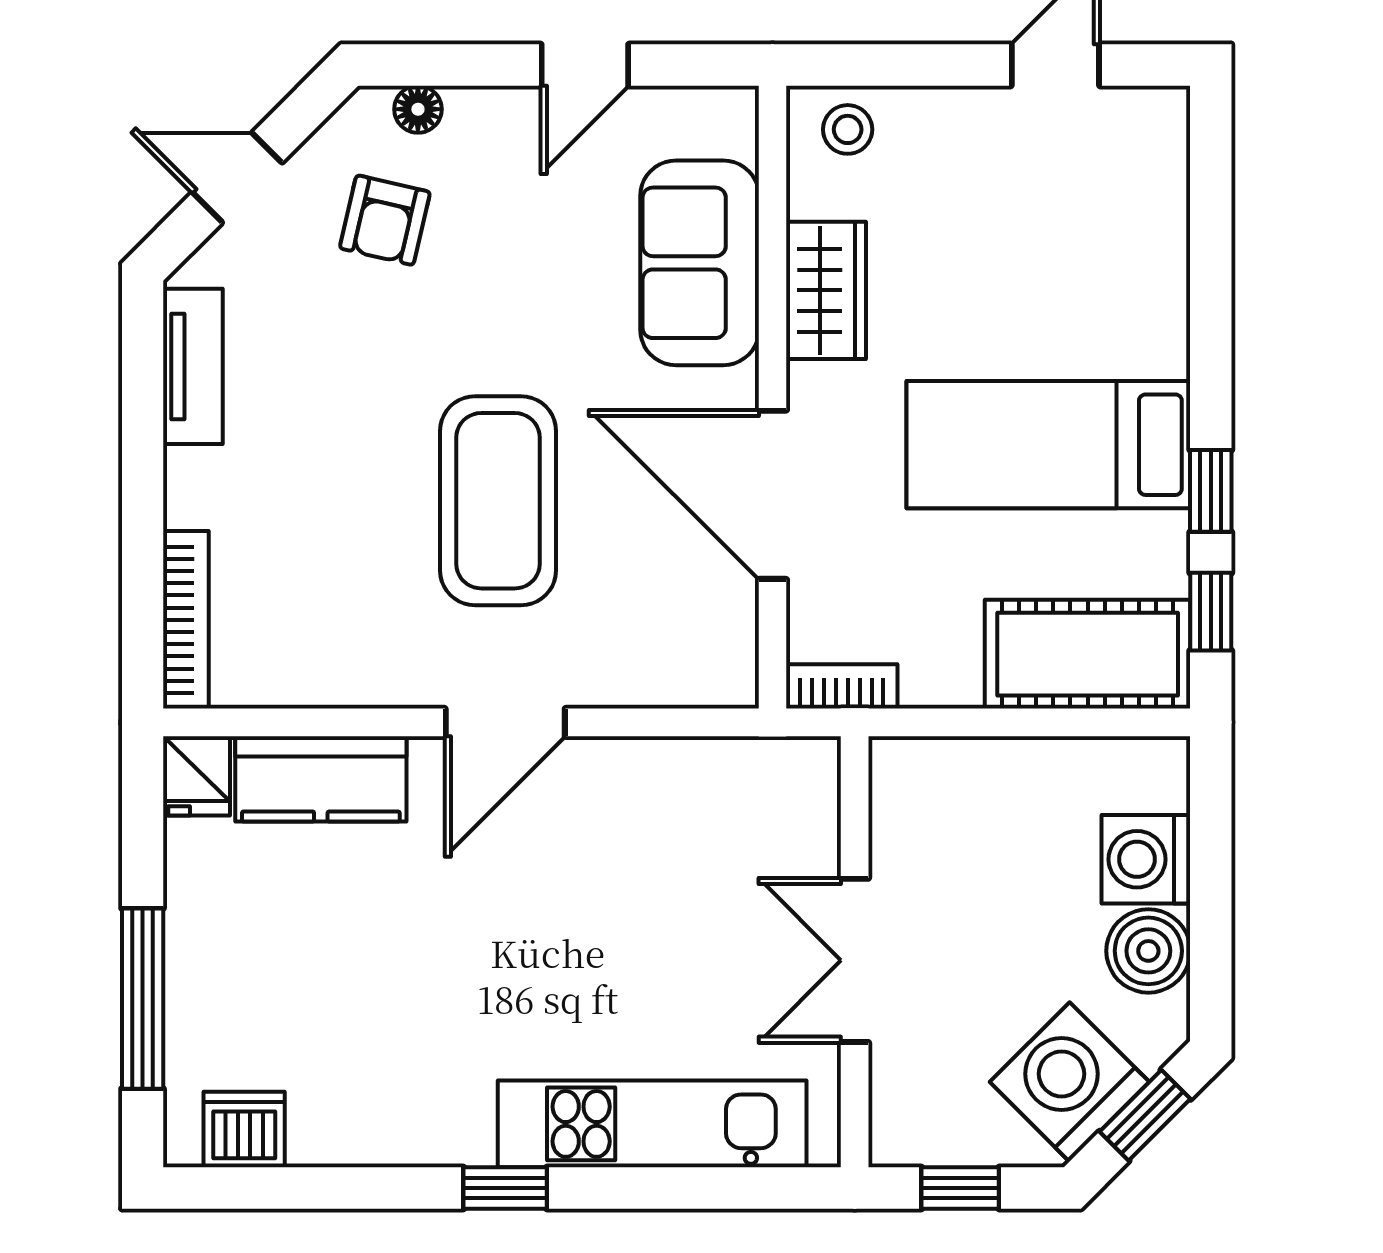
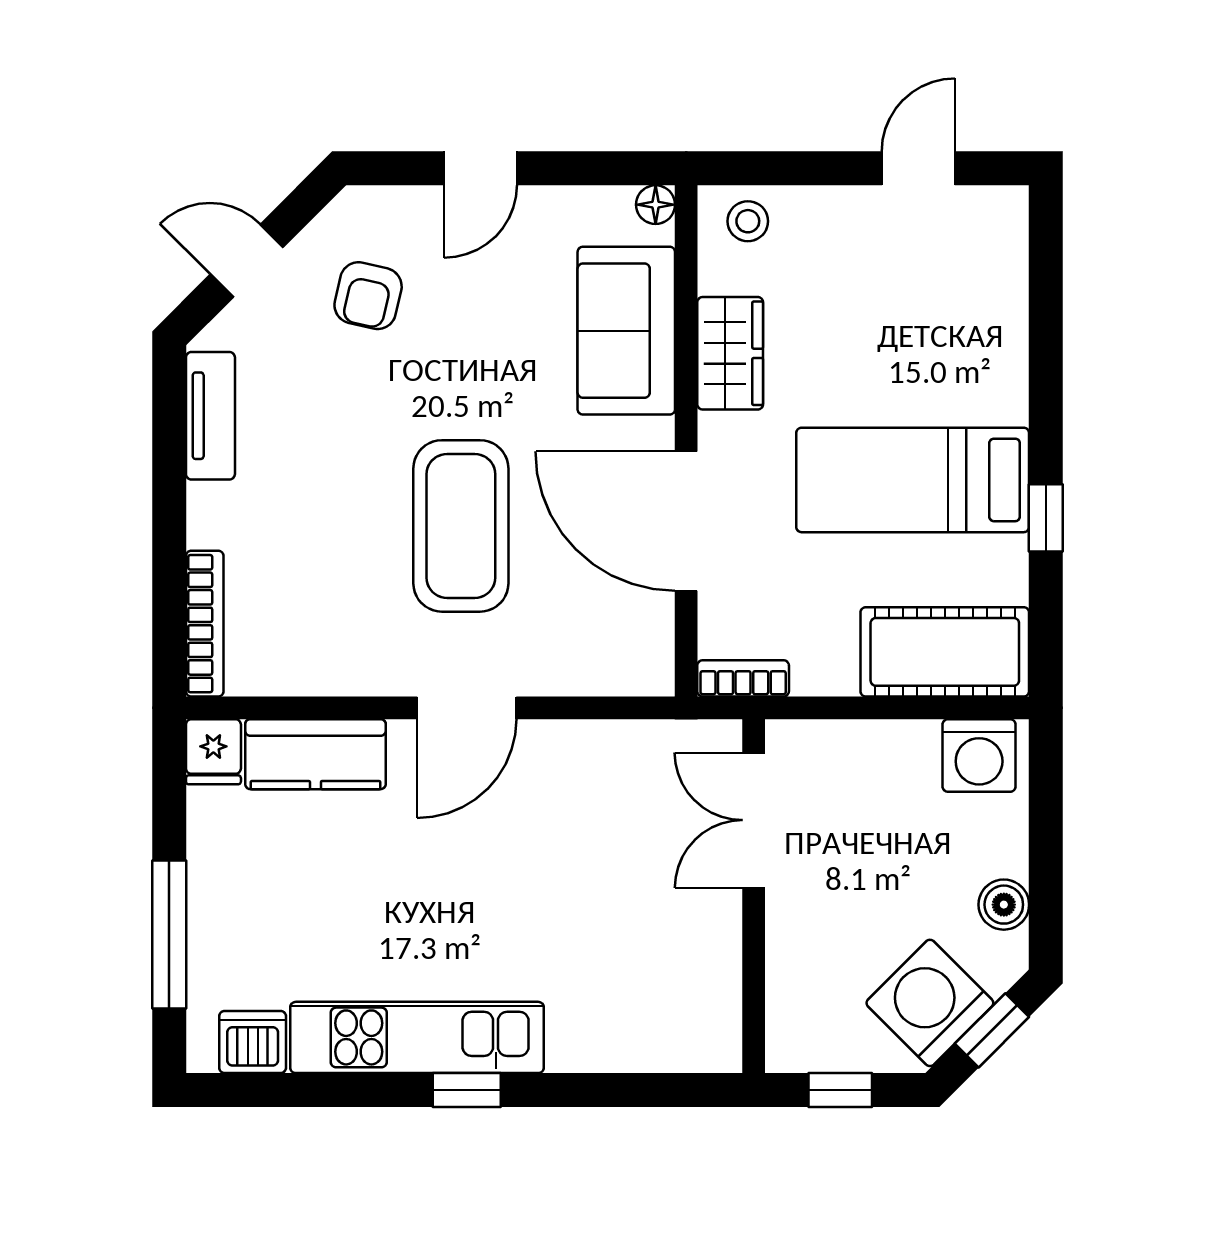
door: (585, 65) -> (480, 168), moved
floor lamp: (418, 109) -> (656, 205), moved
window: (1211, 612) -> (1046, 617), removed
washing machine: (1146, 859) -> (979, 755), moved, turned -90
boiler: (1148, 951) -> (1004, 905), width x0.73, depth x0.73
double door: (855, 960) -> (754, 820), moved
kitchen unit: (652, 1124) -> (417, 1037), moved

